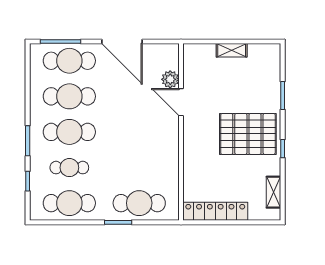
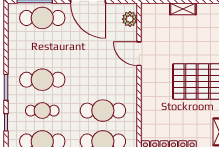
plant: (170, 79) -> (130, 19), moved
cafe table: (69, 96) -> (103, 111), moved

